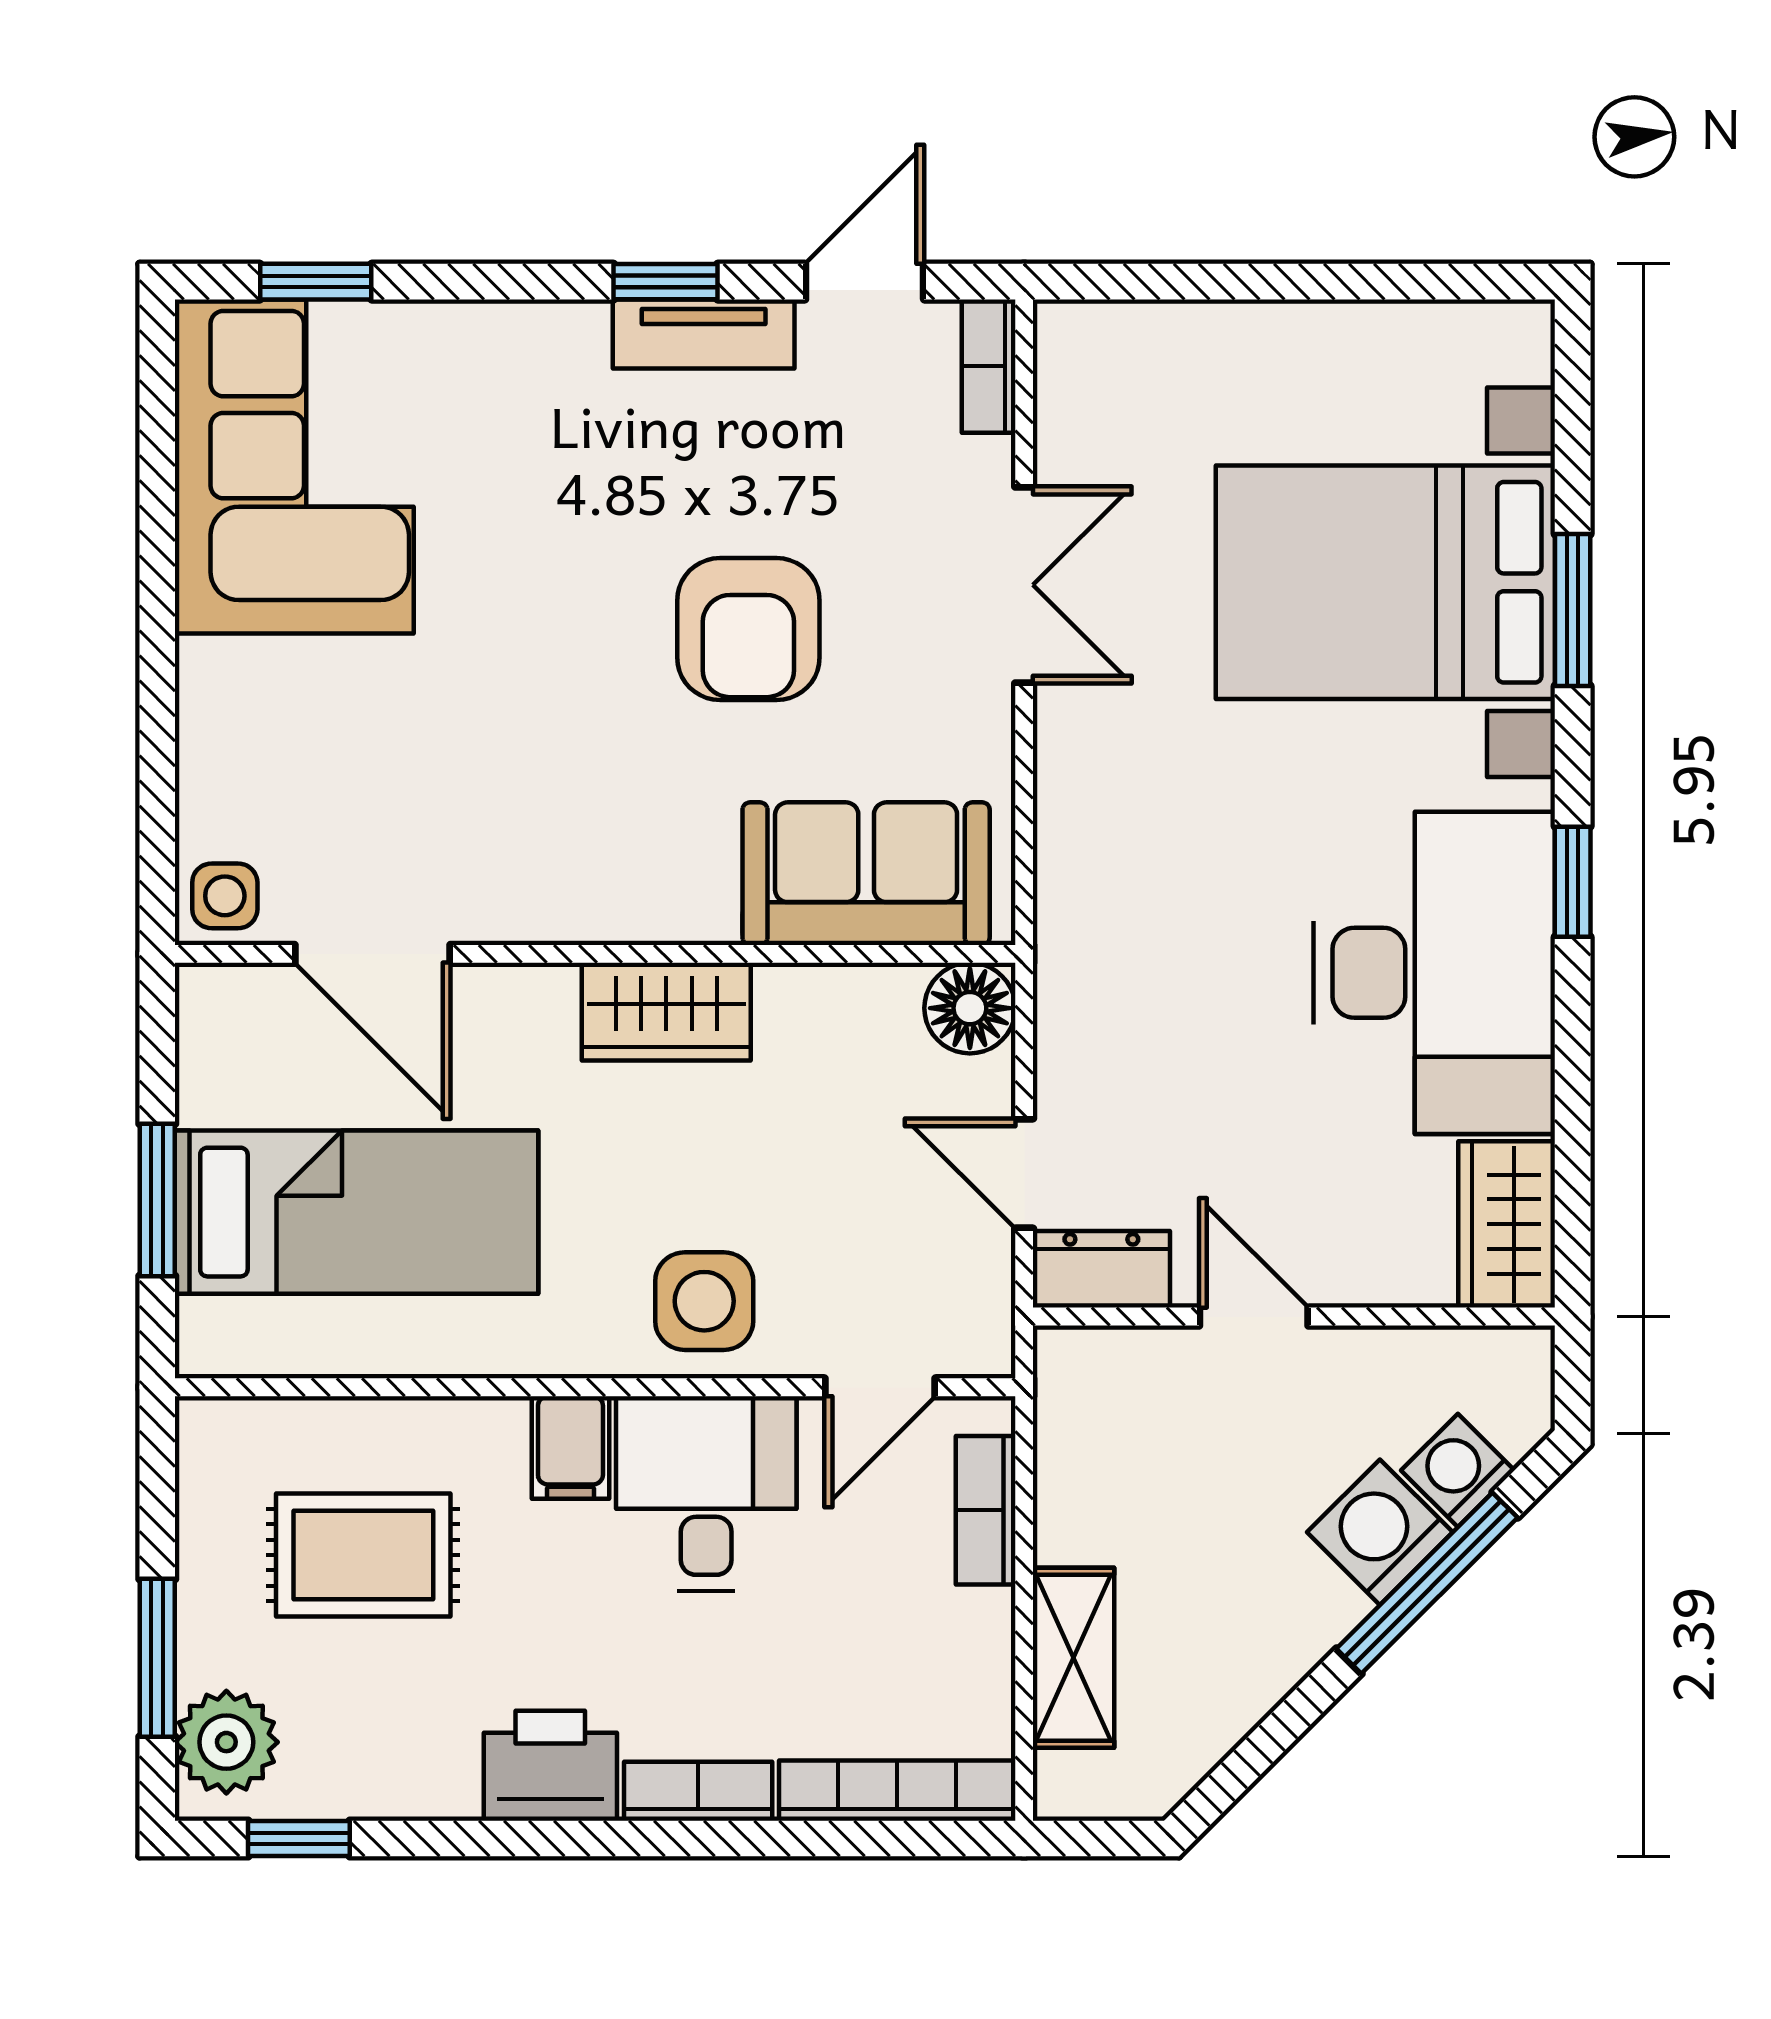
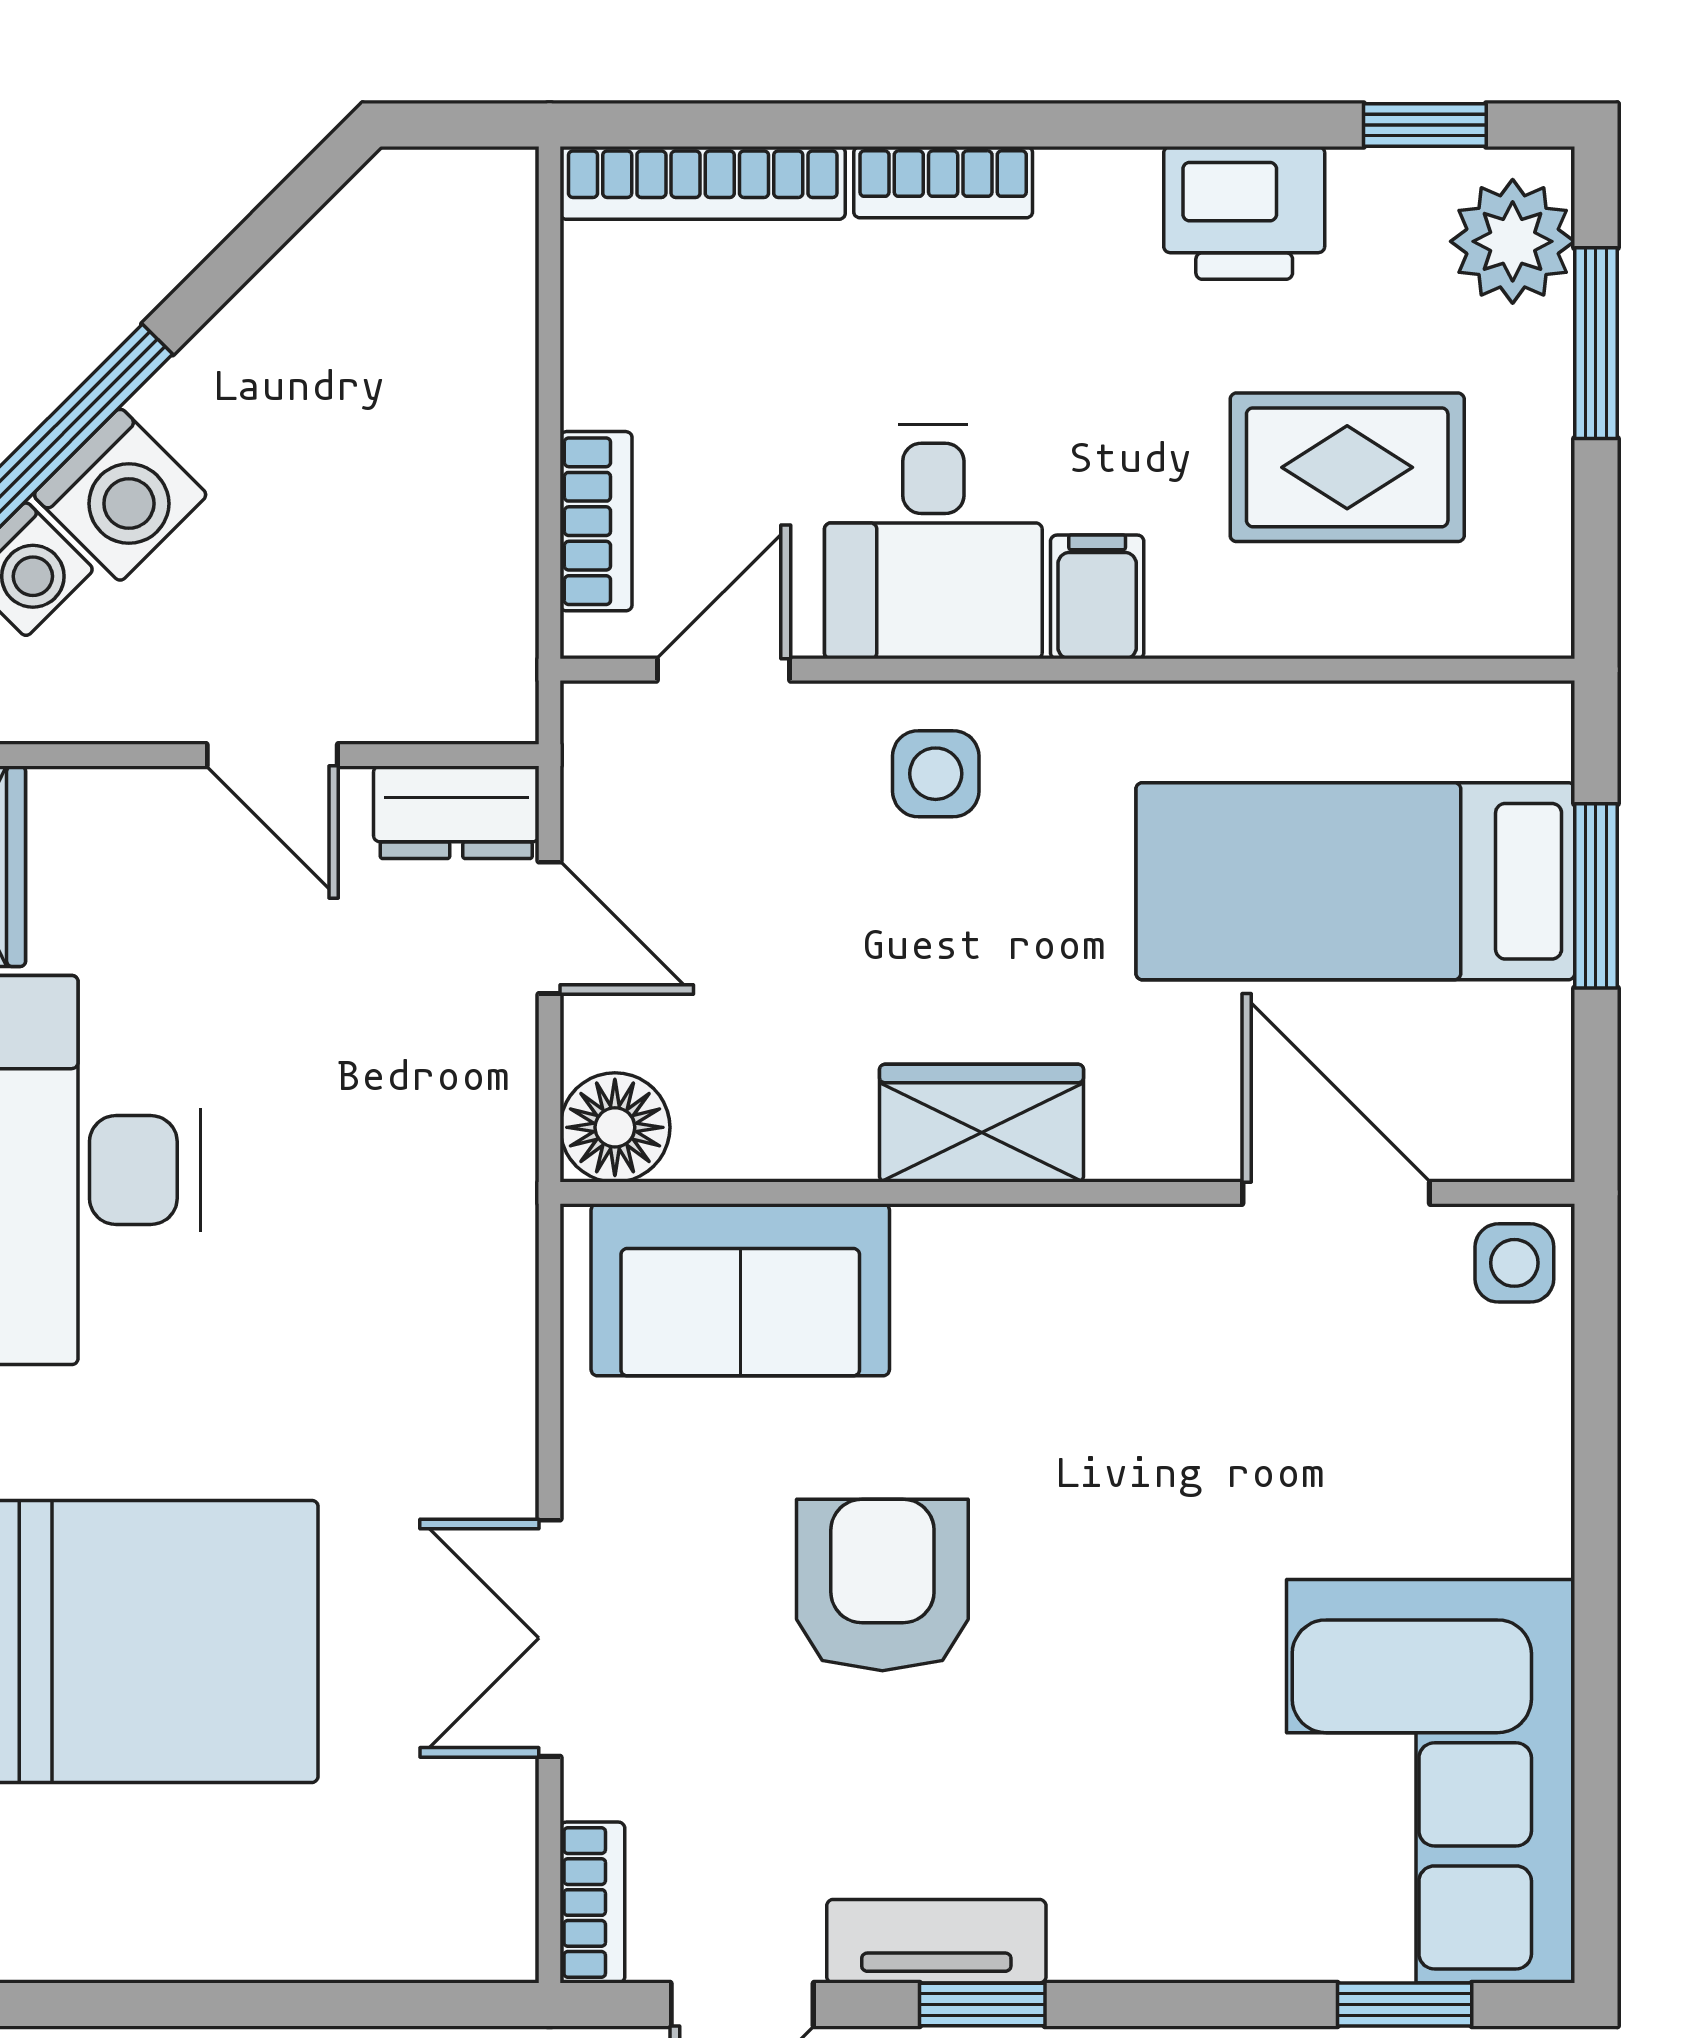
side table: (704, 1301) -> (936, 774), width x0.73, depth x0.73
shelving: (1074, 1658) -> (490, 343), removed
printer: (550, 1766) -> (1244, 213), moved

